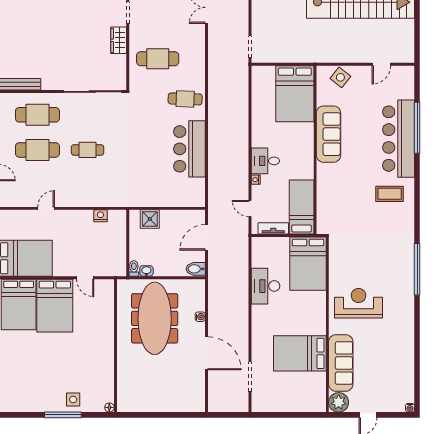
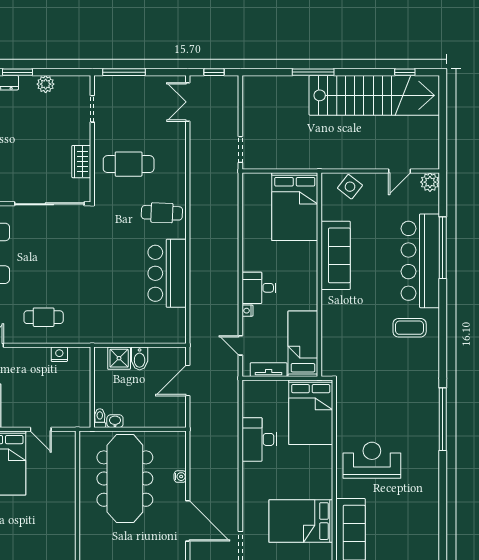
wardrobe: (119, 40) -> (81, 162), moved
plant: (406, 74) -> (430, 182), added
cafe table: (87, 150) -> (44, 317), moved
bidet: (196, 269) -> (140, 359), moved, turned -90

